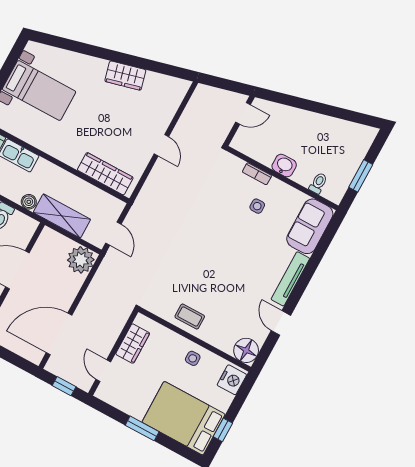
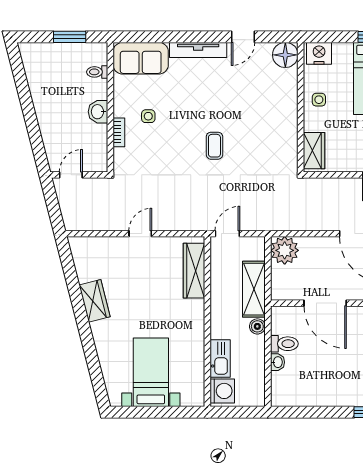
door: (243, 113) -> (71, 175), hinge flipped
door: (113, 234) -> (227, 234), moved
coffee table: (190, 317) -> (214, 146), moved
wardrobe: (133, 344) -> (314, 151), moved, turned 90

